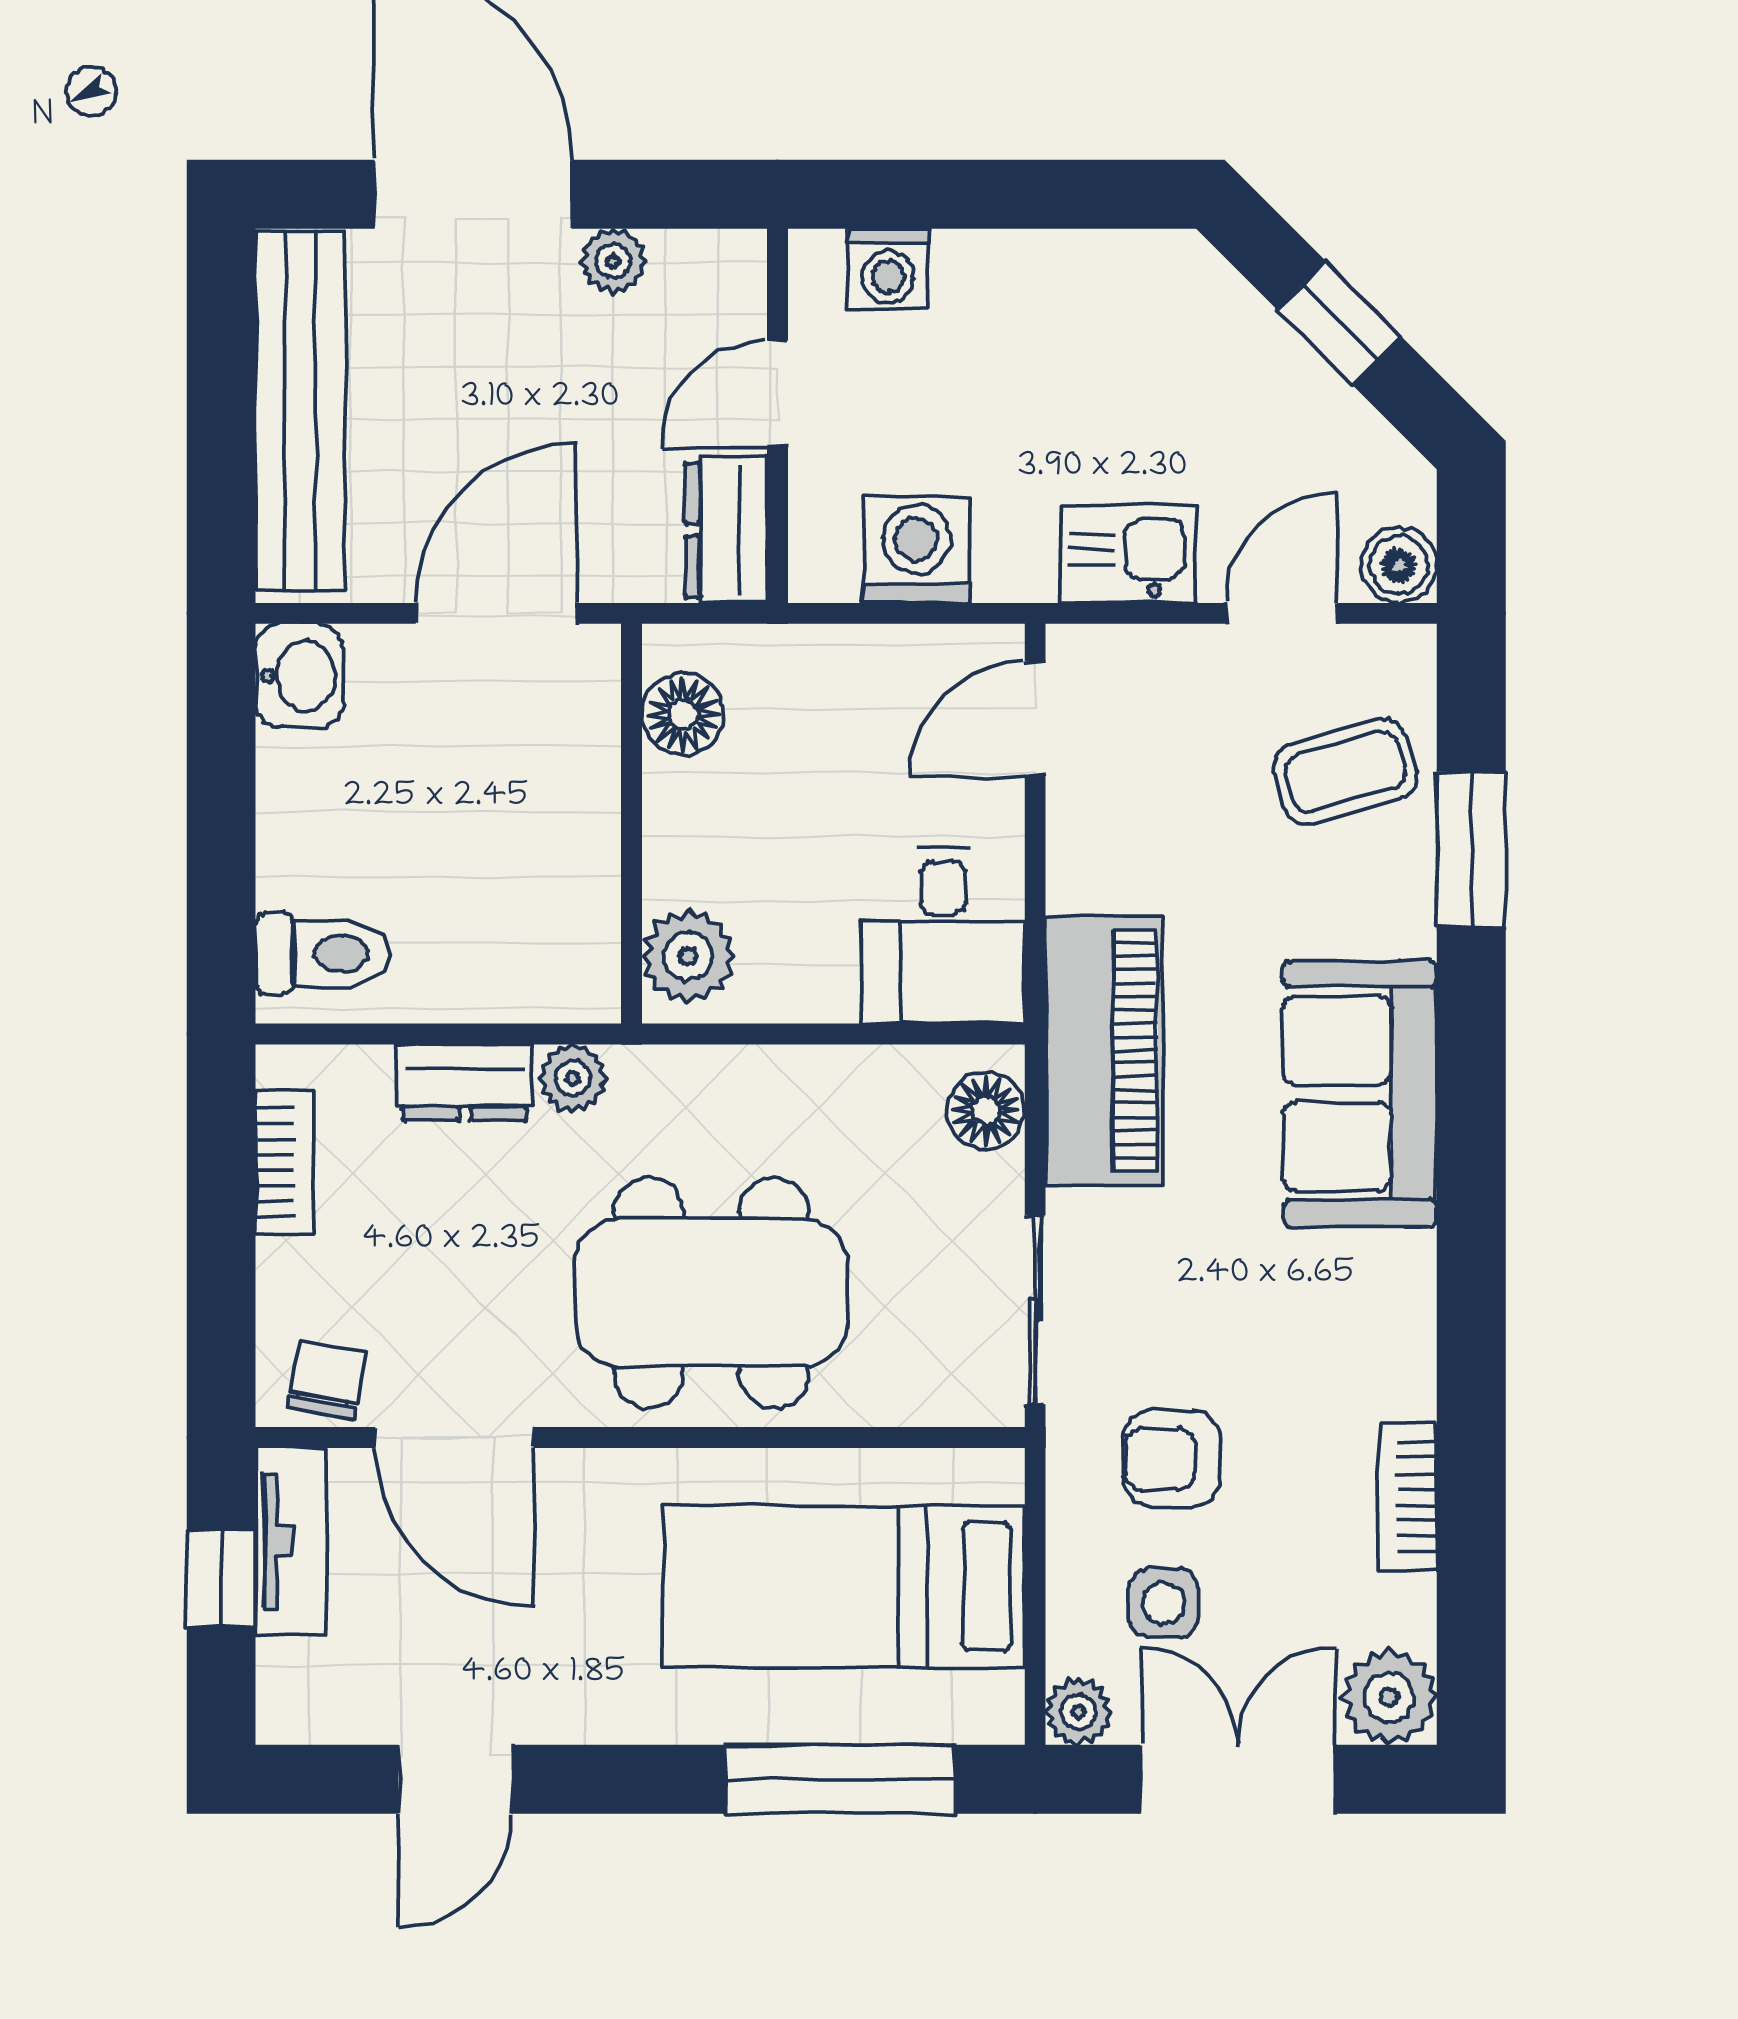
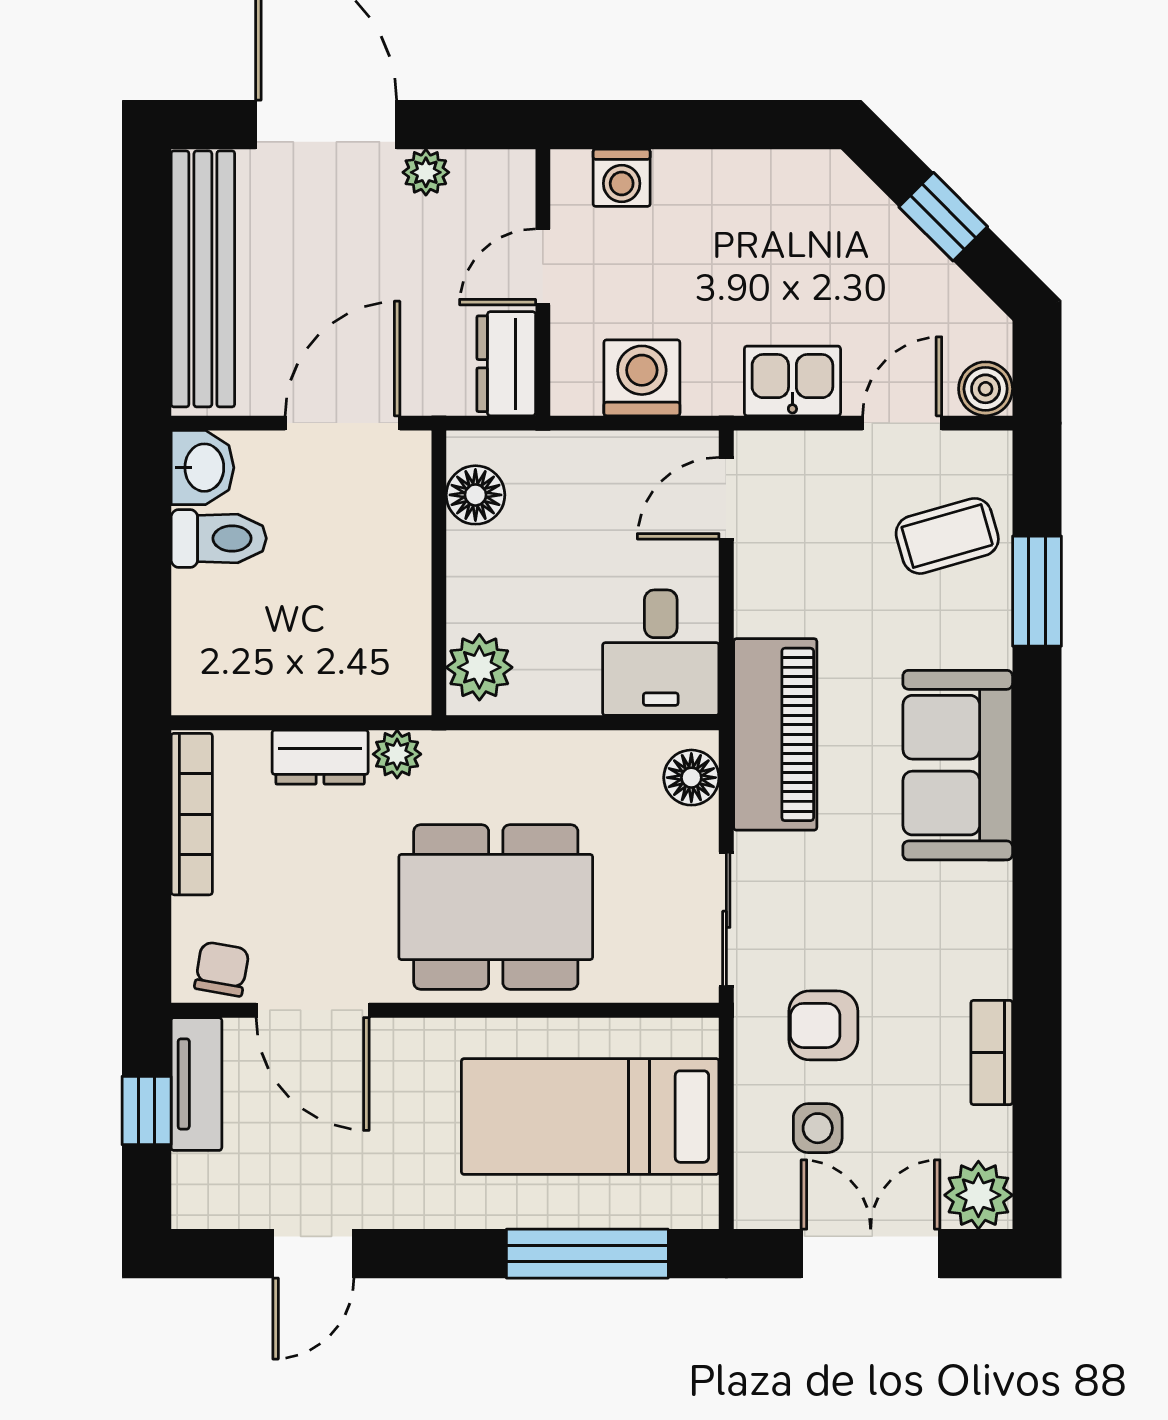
toilet: (322, 954) -> (219, 538), moved
bookcase: (285, 1162) -> (192, 814), width x1.56
plant: (1079, 1712) -> (757, 1205), removed

